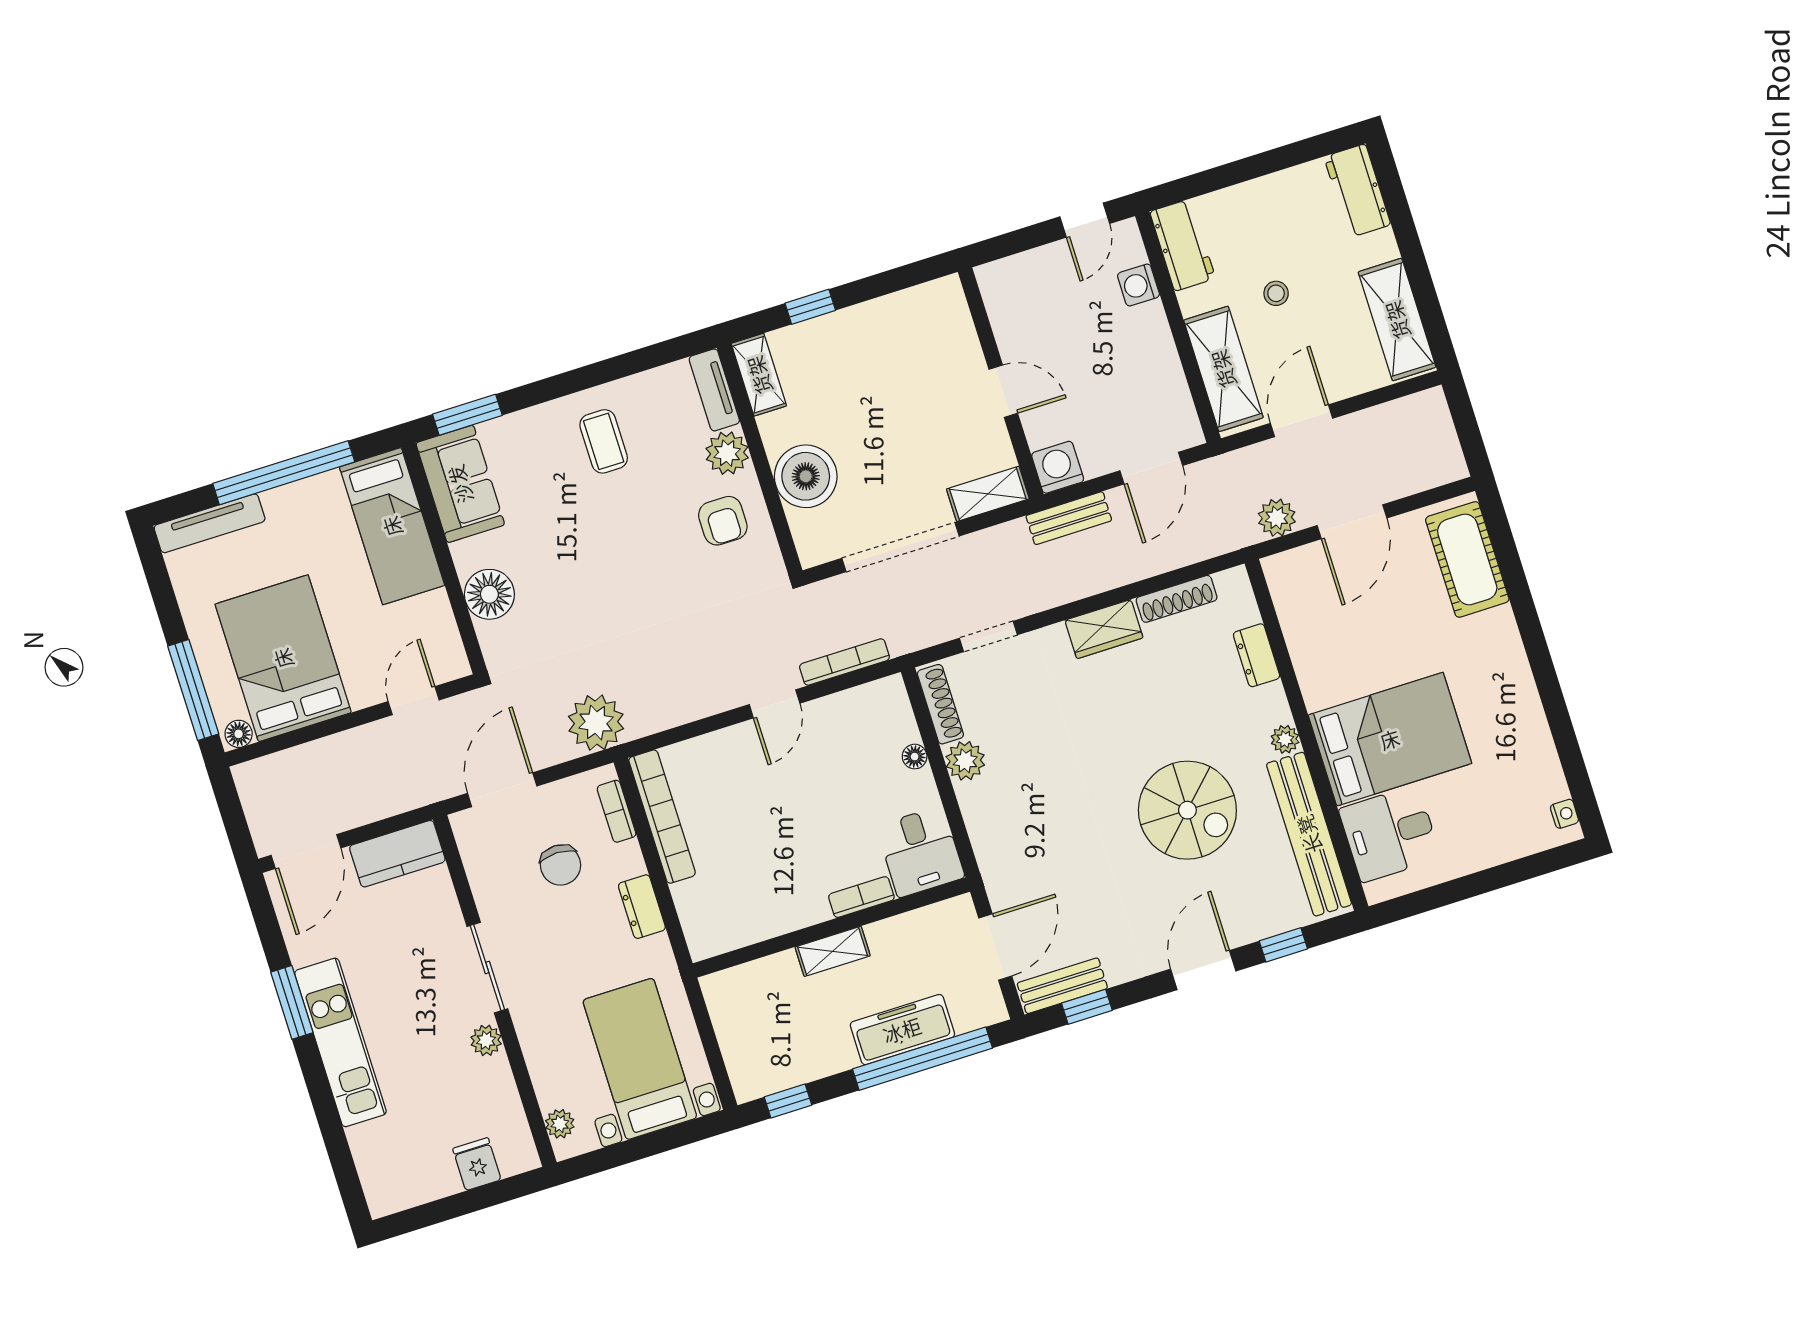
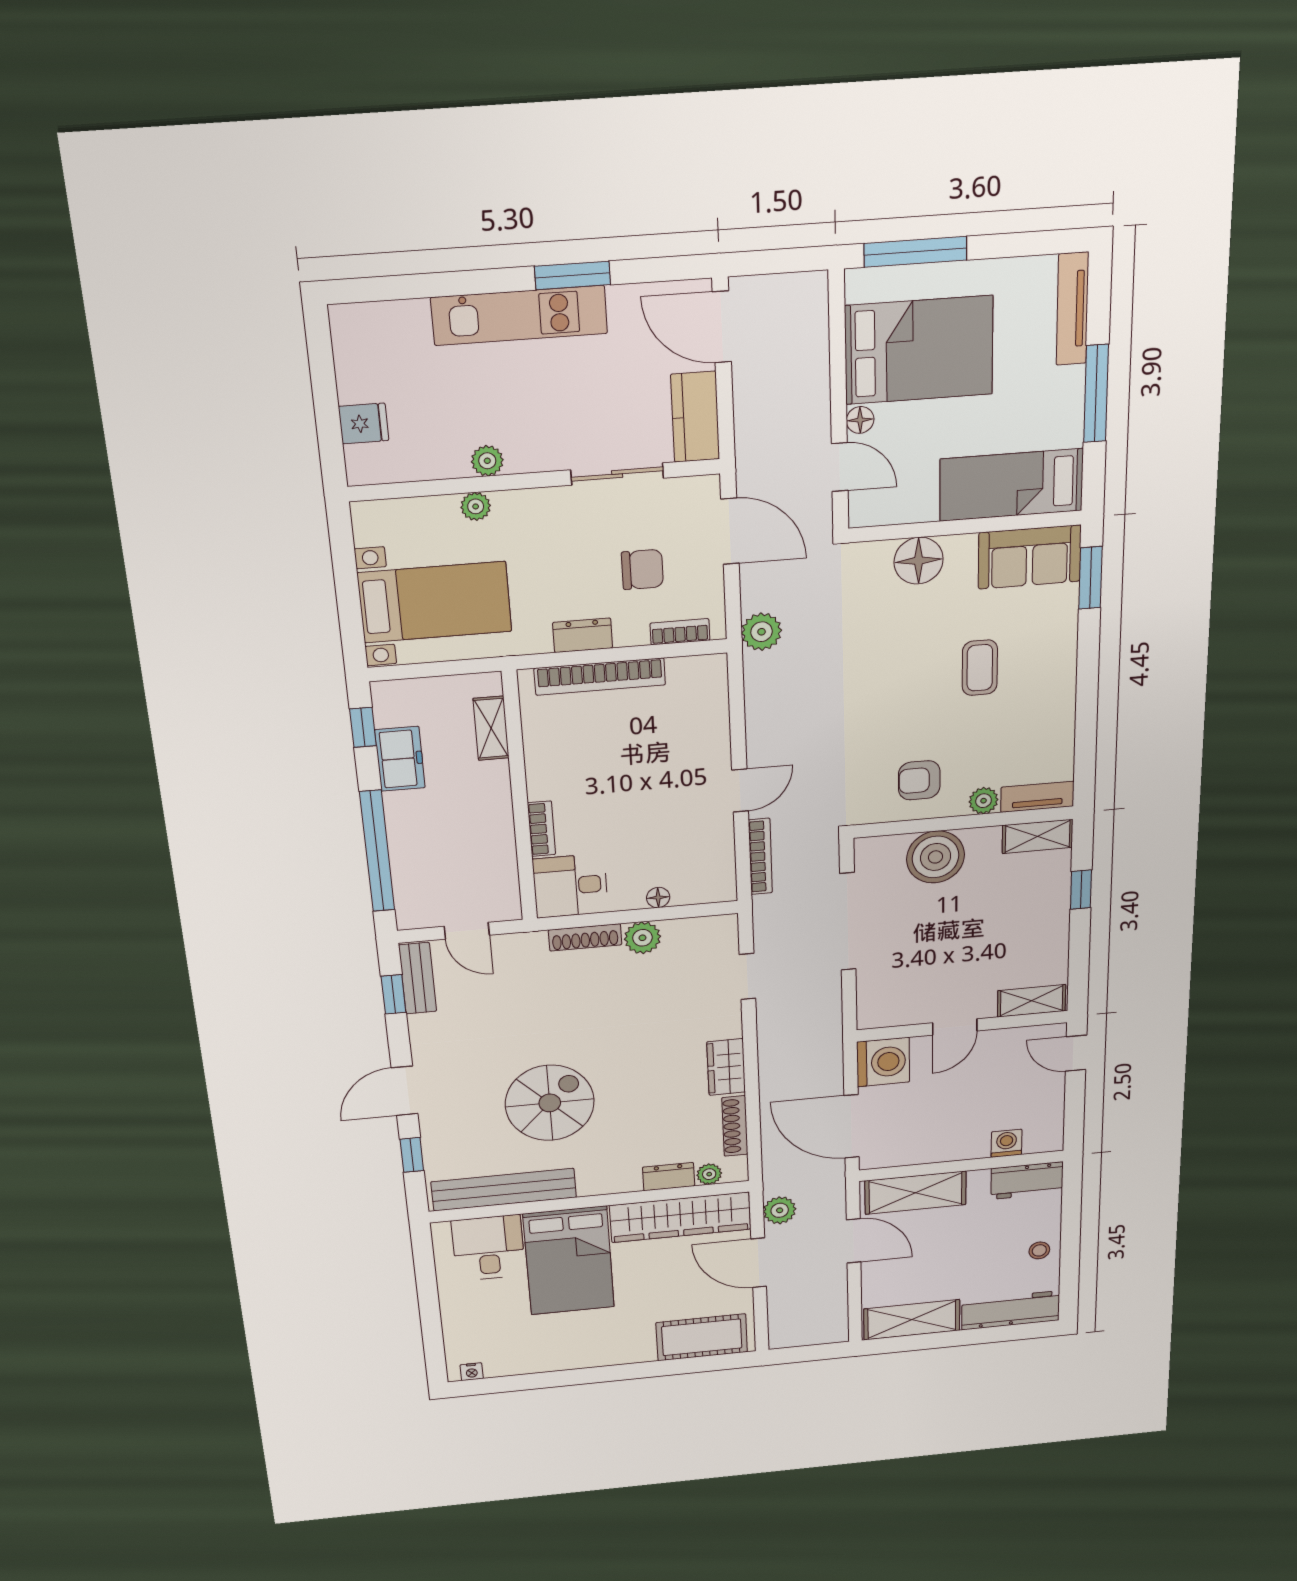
workbench: (1357, 191) -> (1011, 1310), width x1.38
door: (1085, 220) -> (1076, 1053), moved
stool: (1276, 293) -> (1039, 1250), moved
coffee table: (604, 441) -> (980, 668), moved, turned 90
plant: (727, 453) -> (984, 801), width x0.73, depth x0.73
washing machine: (1058, 467) -> (883, 1062), width x1.37, depth x1.37
door: (1151, 468) -> (852, 1126), width x1.36
window: (284, 473) -> (1096, 394), width x0.68
shelving: (988, 494) -> (1032, 1001), moved, turned 90
bench: (1069, 518) -> (830, 1057), removed
wardrobe: (1308, 628) -> (680, 1217), added
door: (775, 704) -> (740, 790), swing flipped
shoe rack: (940, 704) -> (585, 937), moved
plant: (596, 723) -> (762, 632), width x0.73, depth x0.73
floor lamp: (239, 734) -> (860, 420), moved
plant: (1285, 739) -> (709, 1174), moved
spiral stairs: (1187, 810) -> (550, 1103), turned 180
bookcase: (662, 817) -> (600, 677), moved
chair: (560, 865) -> (642, 569), turned 180
door: (995, 947) -> (467, 931), width x0.73
shelving: (833, 951) -> (491, 728), moved
sliding door: (487, 968) -> (617, 474), moved
door: (1203, 970) -> (405, 1091), swing flipped
freezer: (902, 1030) -> (400, 759), moved, width x0.71
plant: (560, 1124) -> (476, 506), moved

